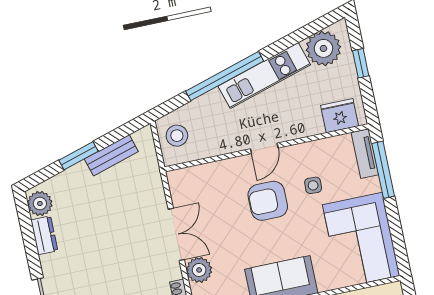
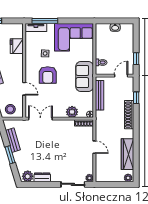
fridge: (340, 116) -> (17, 46), moved
door: (264, 148) -> (24, 89), moved
double door: (176, 234) -> (40, 119), moved

